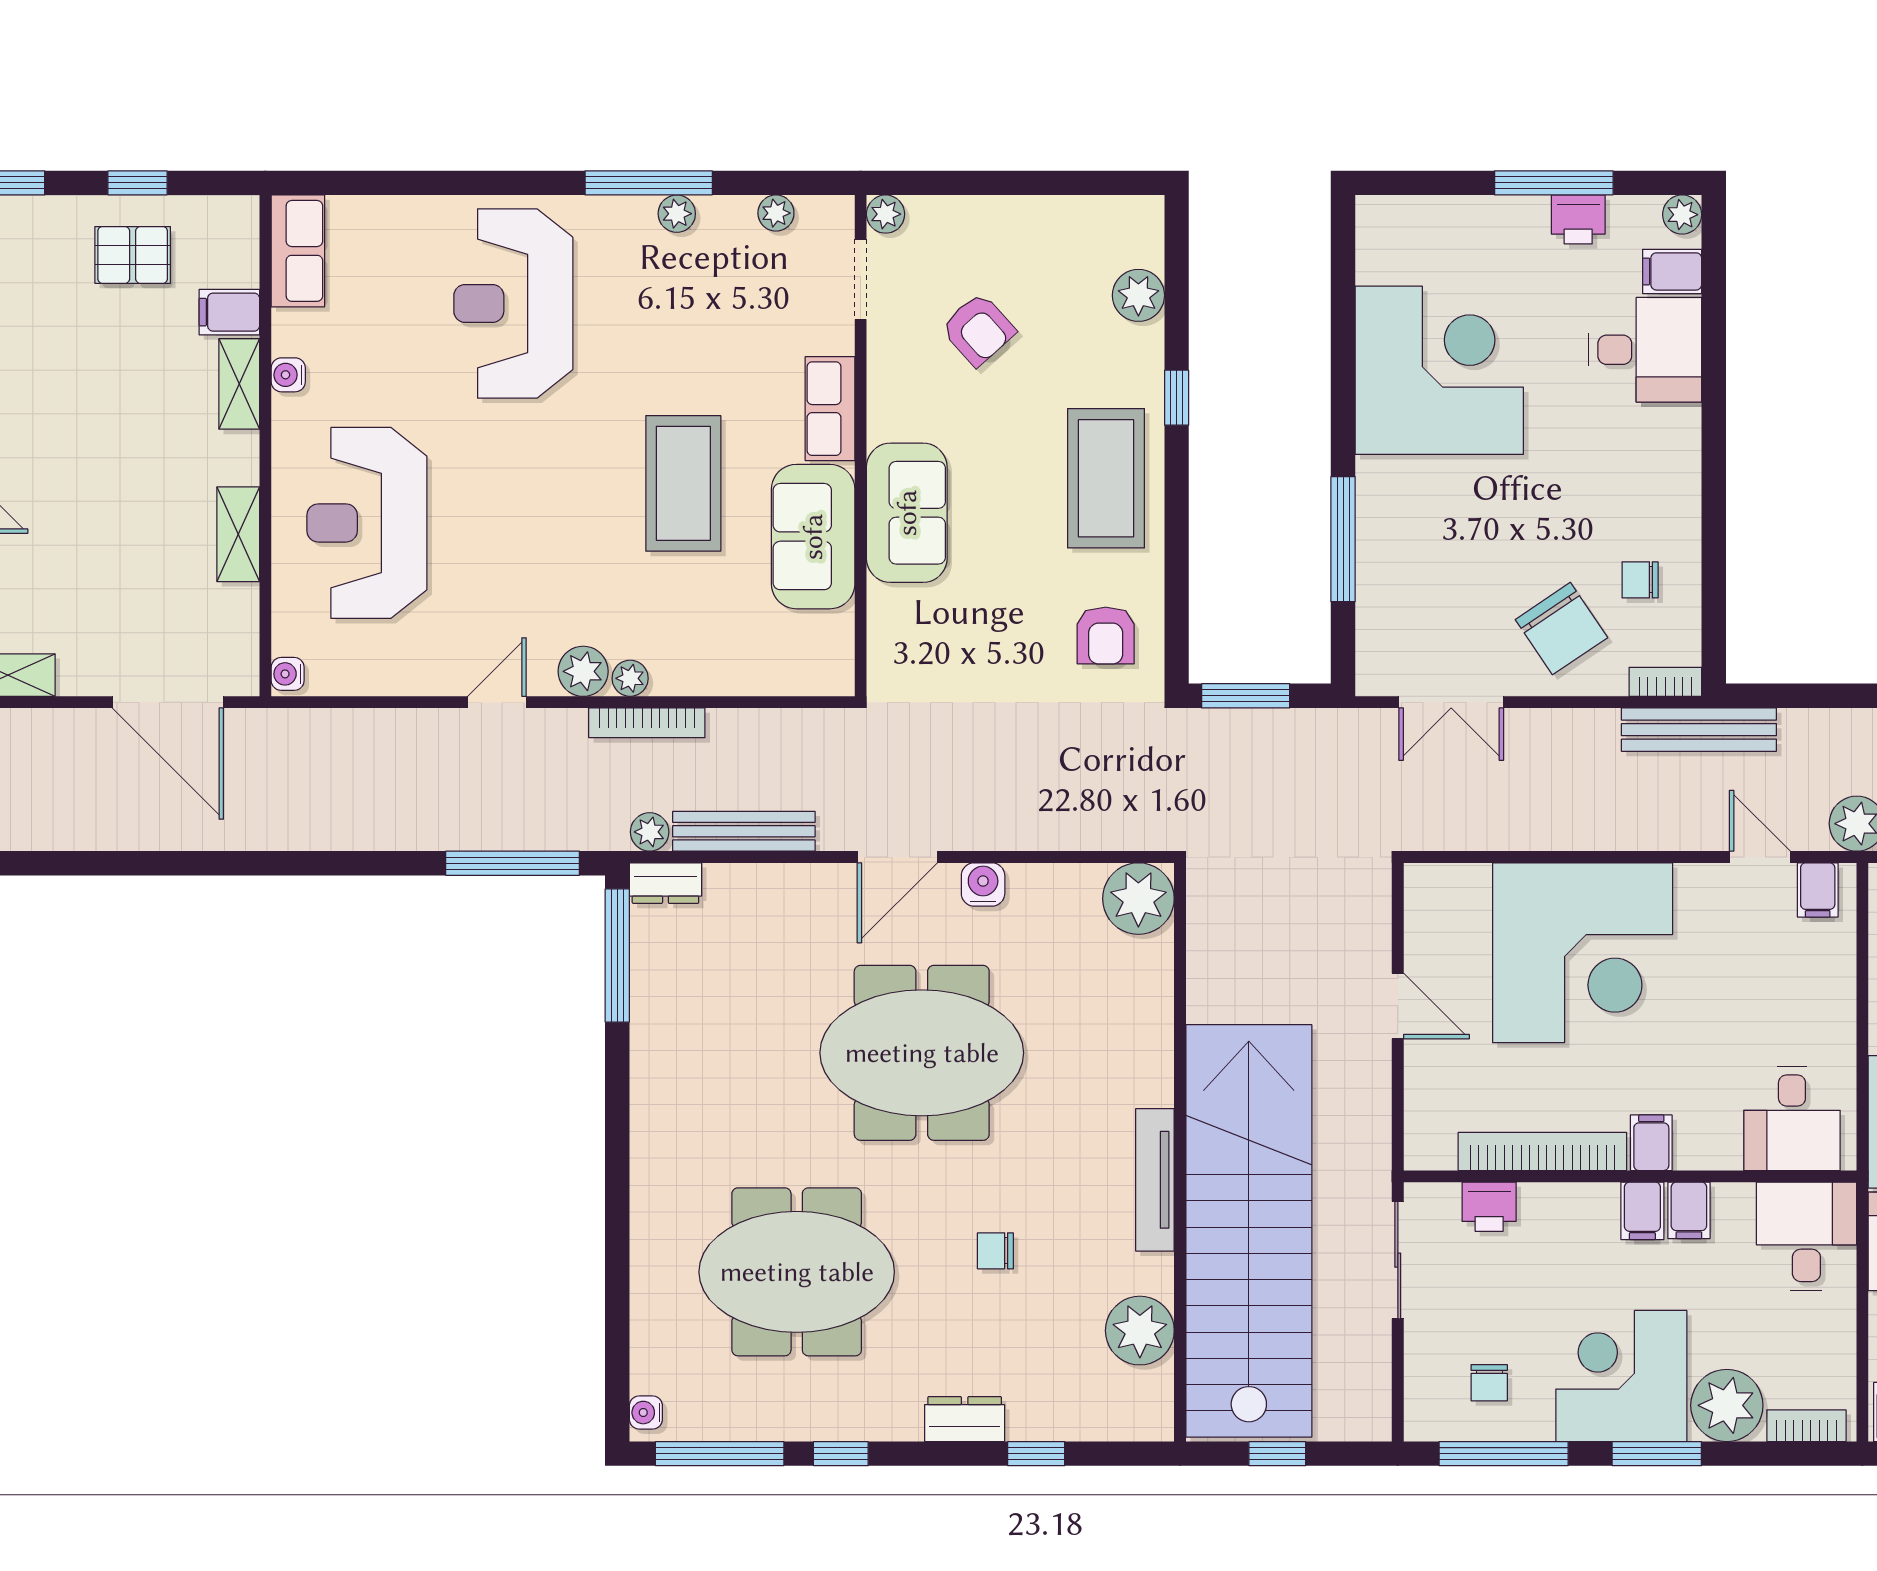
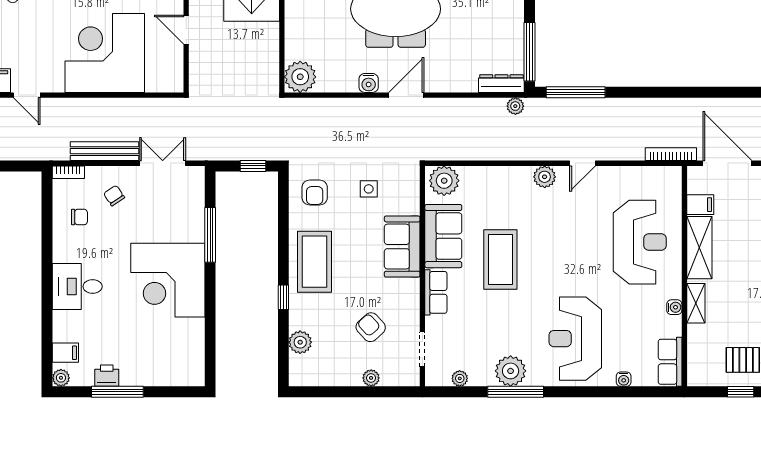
plant: (677, 214) -> (511, 371), width x1.88, depth x1.88
plant: (886, 214) -> (371, 378), moved
reception desk: (513, 303) -> (575, 339), turned 180
filing cabinet: (229, 312) -> (700, 205), moved
desk: (1645, 350) -> (77, 286), moved
corner desk: (1439, 370) -> (168, 280), moved
shelving: (238, 534) -> (699, 248), width x1.50, depth x1.33
chair: (1561, 629) -> (114, 196), width x0.54, depth x0.54
armchair: (1106, 636) -> (315, 192), turned 180
side table: (983, 644) -> (369, 189), added
water cooler: (288, 674) -> (624, 379), moved, turned 90
plant: (630, 678) -> (444, 181), moved, width x1.88, depth x1.88
window: (1246, 696) -> (253, 166), width x0.67
bookcase: (647, 723) -> (671, 154), moved
bench: (1699, 730) -> (104, 151), moved
bench: (744, 831) -> (474, 106), removed
dresser: (665, 883) -> (501, 84), width x1.44

